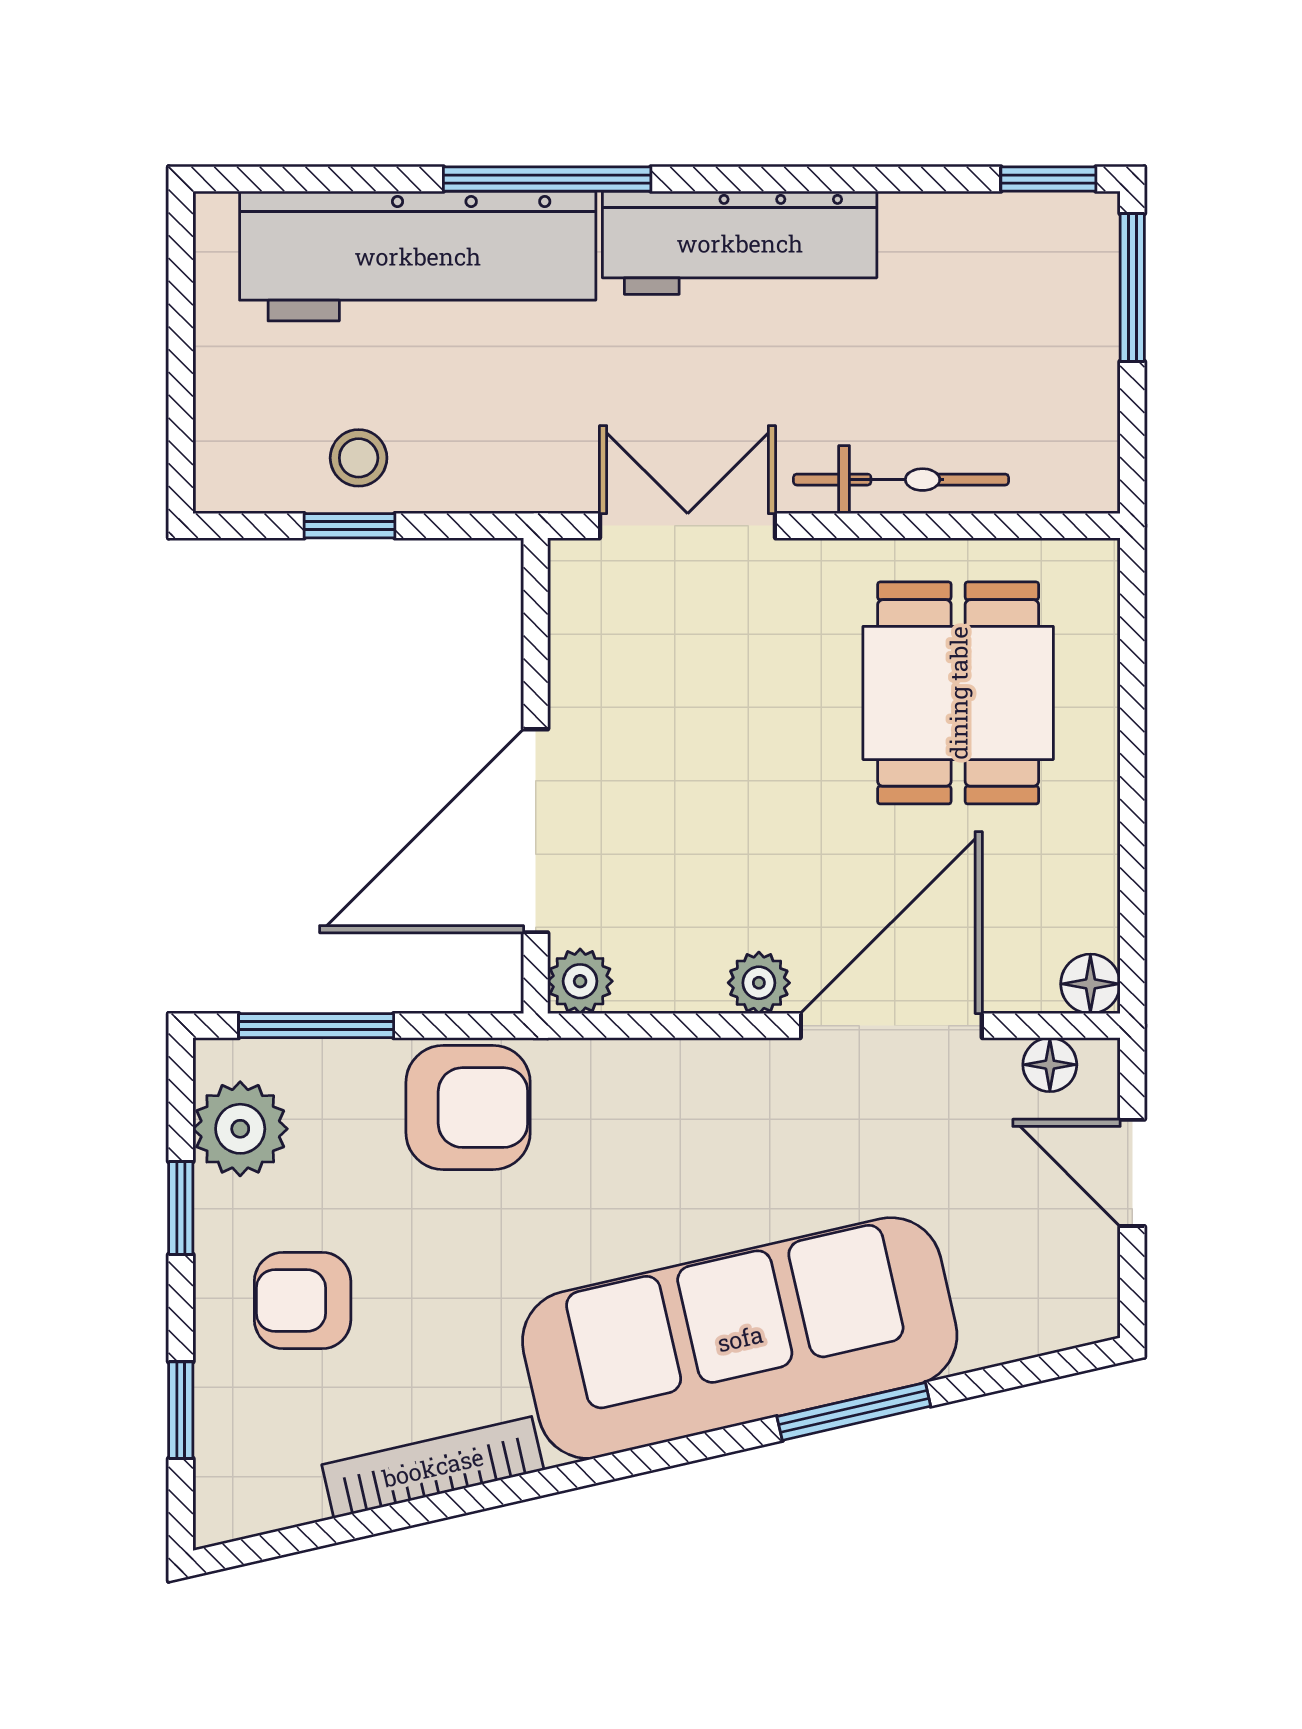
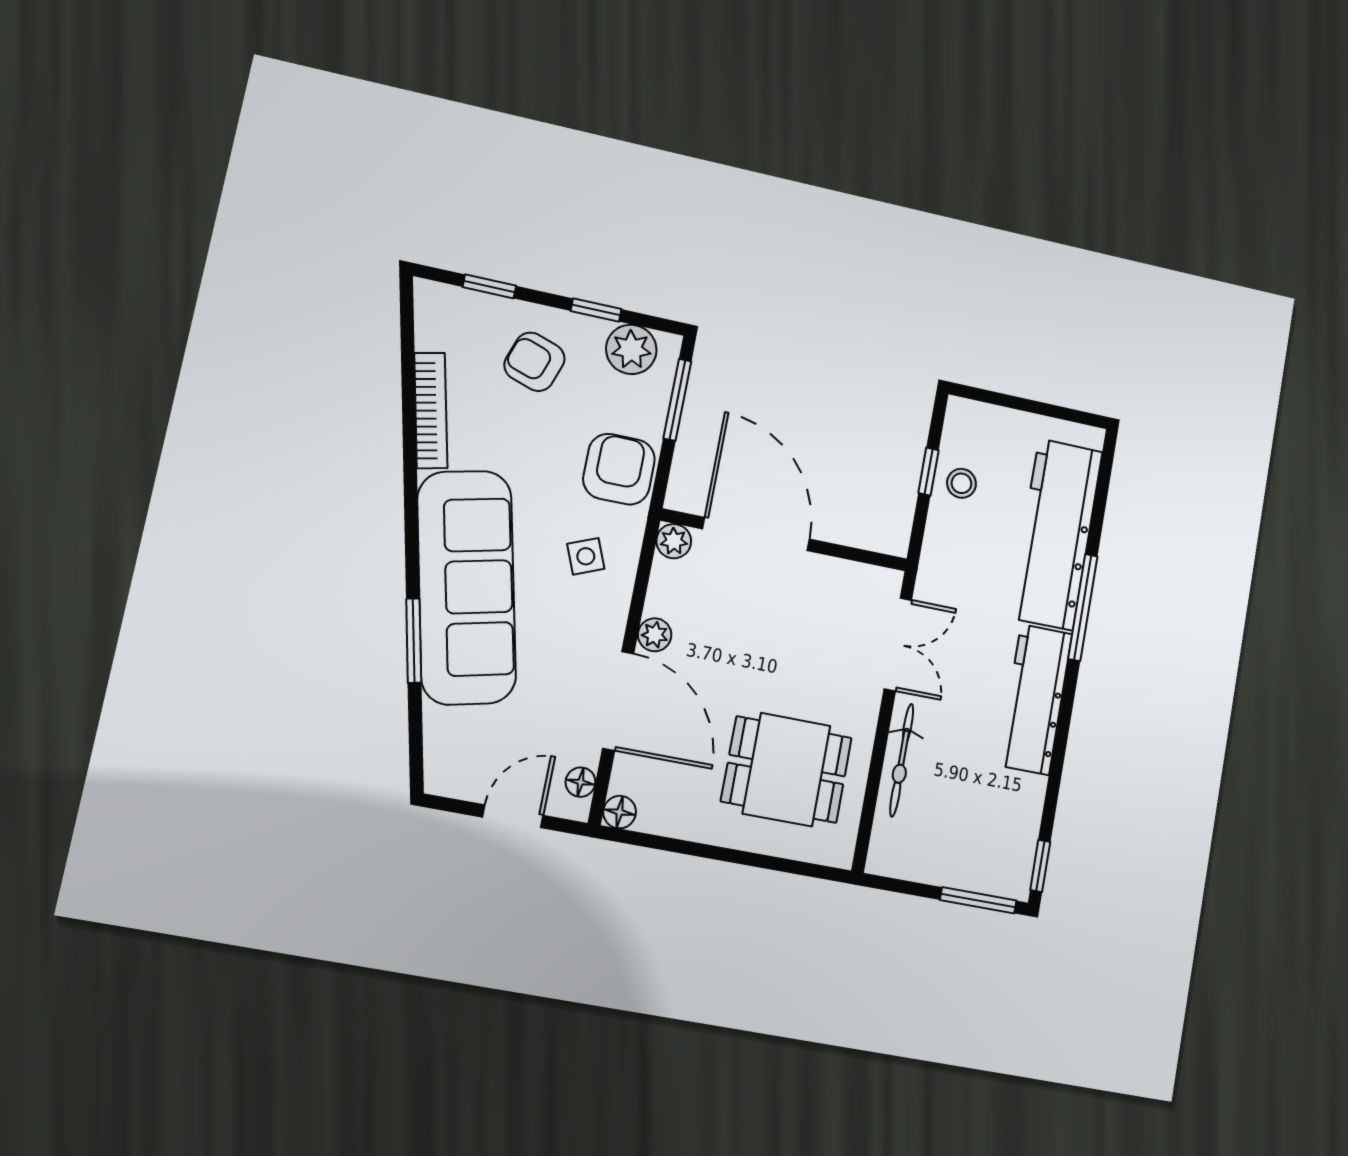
armchair: (468, 1108) -> (619, 469), turned 180
side table: (641, 1136) -> (586, 556), added
armchair: (303, 1300) -> (534, 362), turned -71

